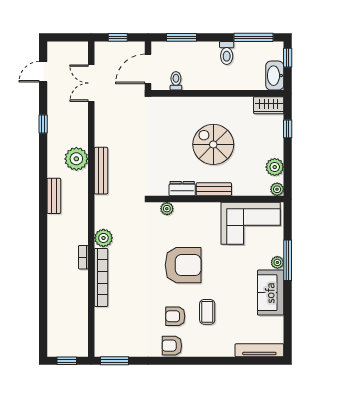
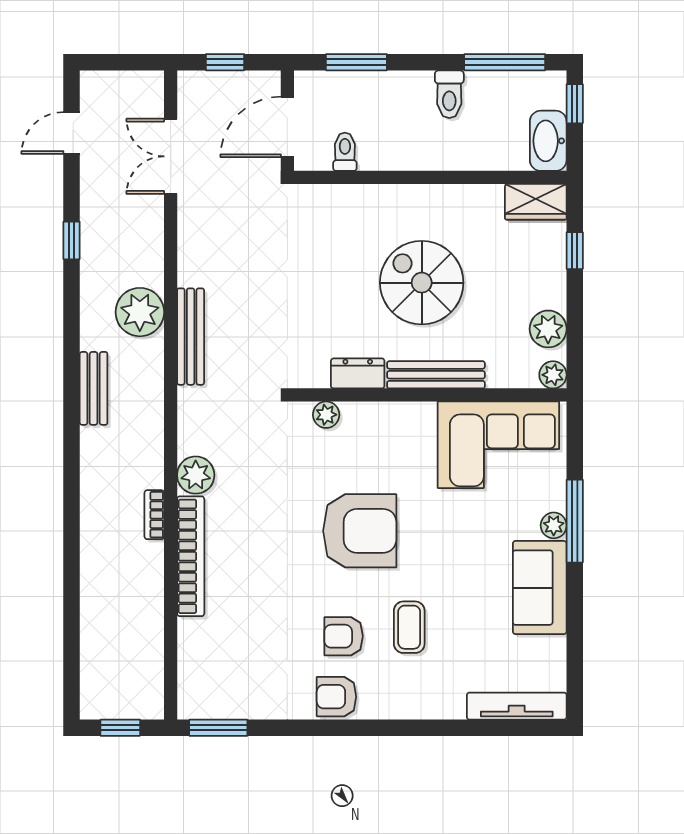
bench: (214, 189) -> (436, 375), width x1.36

